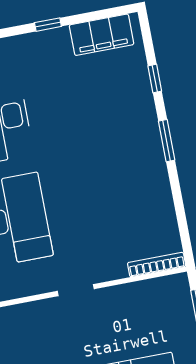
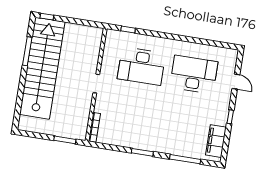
window: (155, 79) -> (185, 159), width x2.17
window: (167, 141) -> (142, 152), moved

